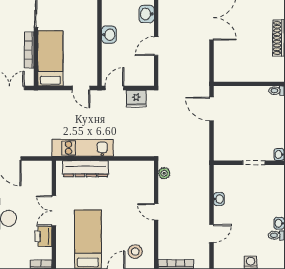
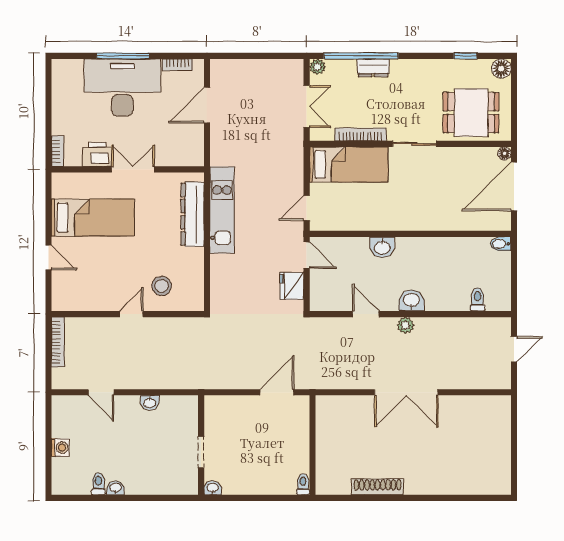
plant: (164, 173) -> (406, 325), moved
stool: (135, 252) -> (162, 286), moved

